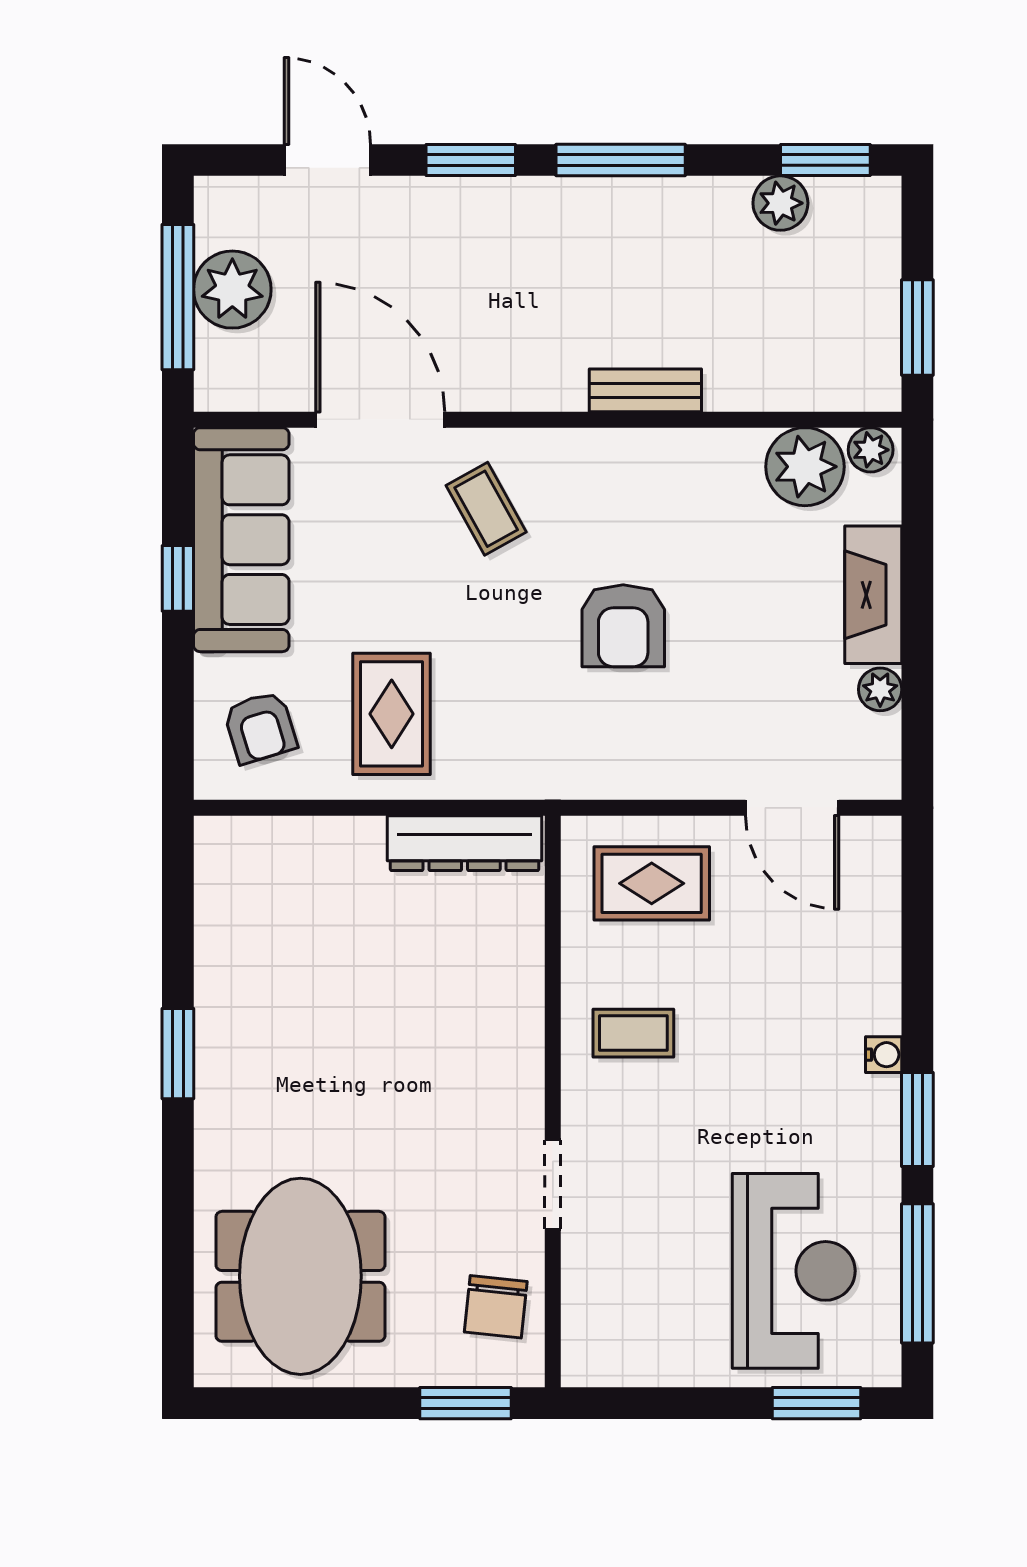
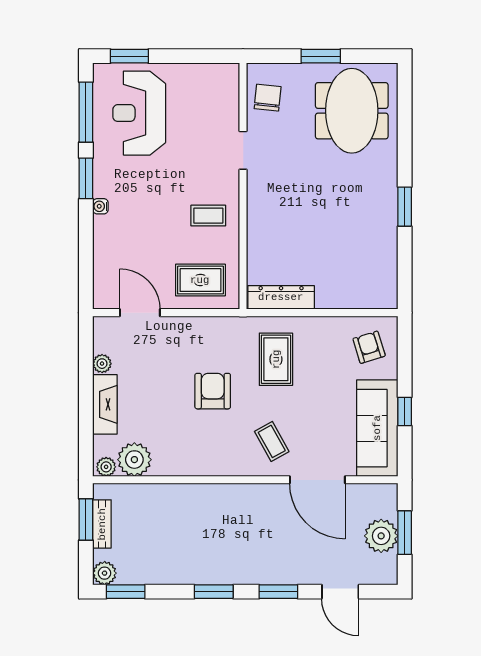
window: (621, 160) -> (214, 592), width x0.69
plant: (780, 203) -> (105, 573), moved
window: (178, 297) -> (405, 533), width x0.69
bench: (645, 390) -> (102, 524), moved, turned 90
rug: (392, 714) -> (276, 359), moved
window: (465, 1403) -> (321, 56), moved

